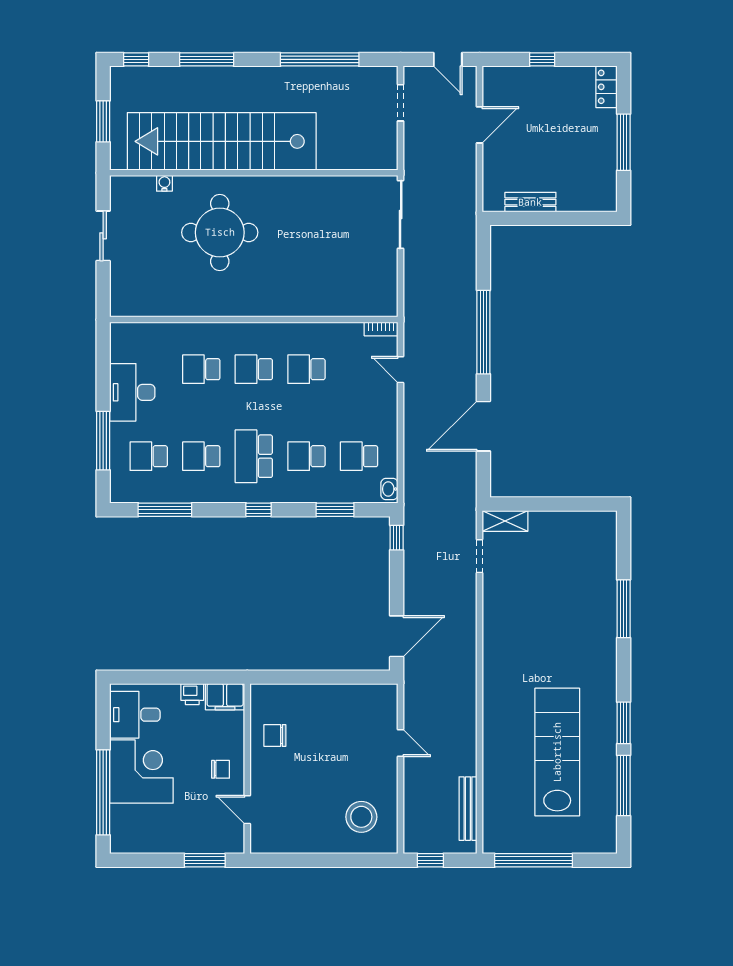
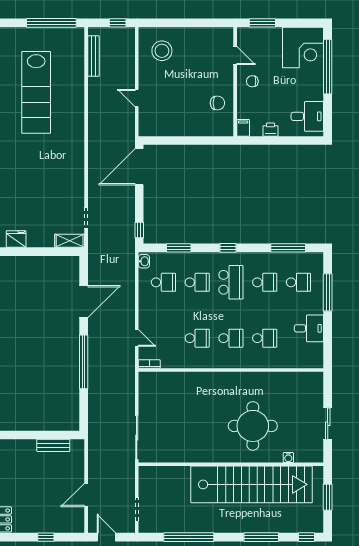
desk: (132, 392) -> (309, 328), width x0.73
fridge: (589, 524) -> (16, 239), added
door: (397, 636) -> (139, 167), width x1.36
filing cabinet: (225, 697) -> (243, 128), width x0.50
corner desk: (141, 772) -> (303, 48), moved, turned -90

